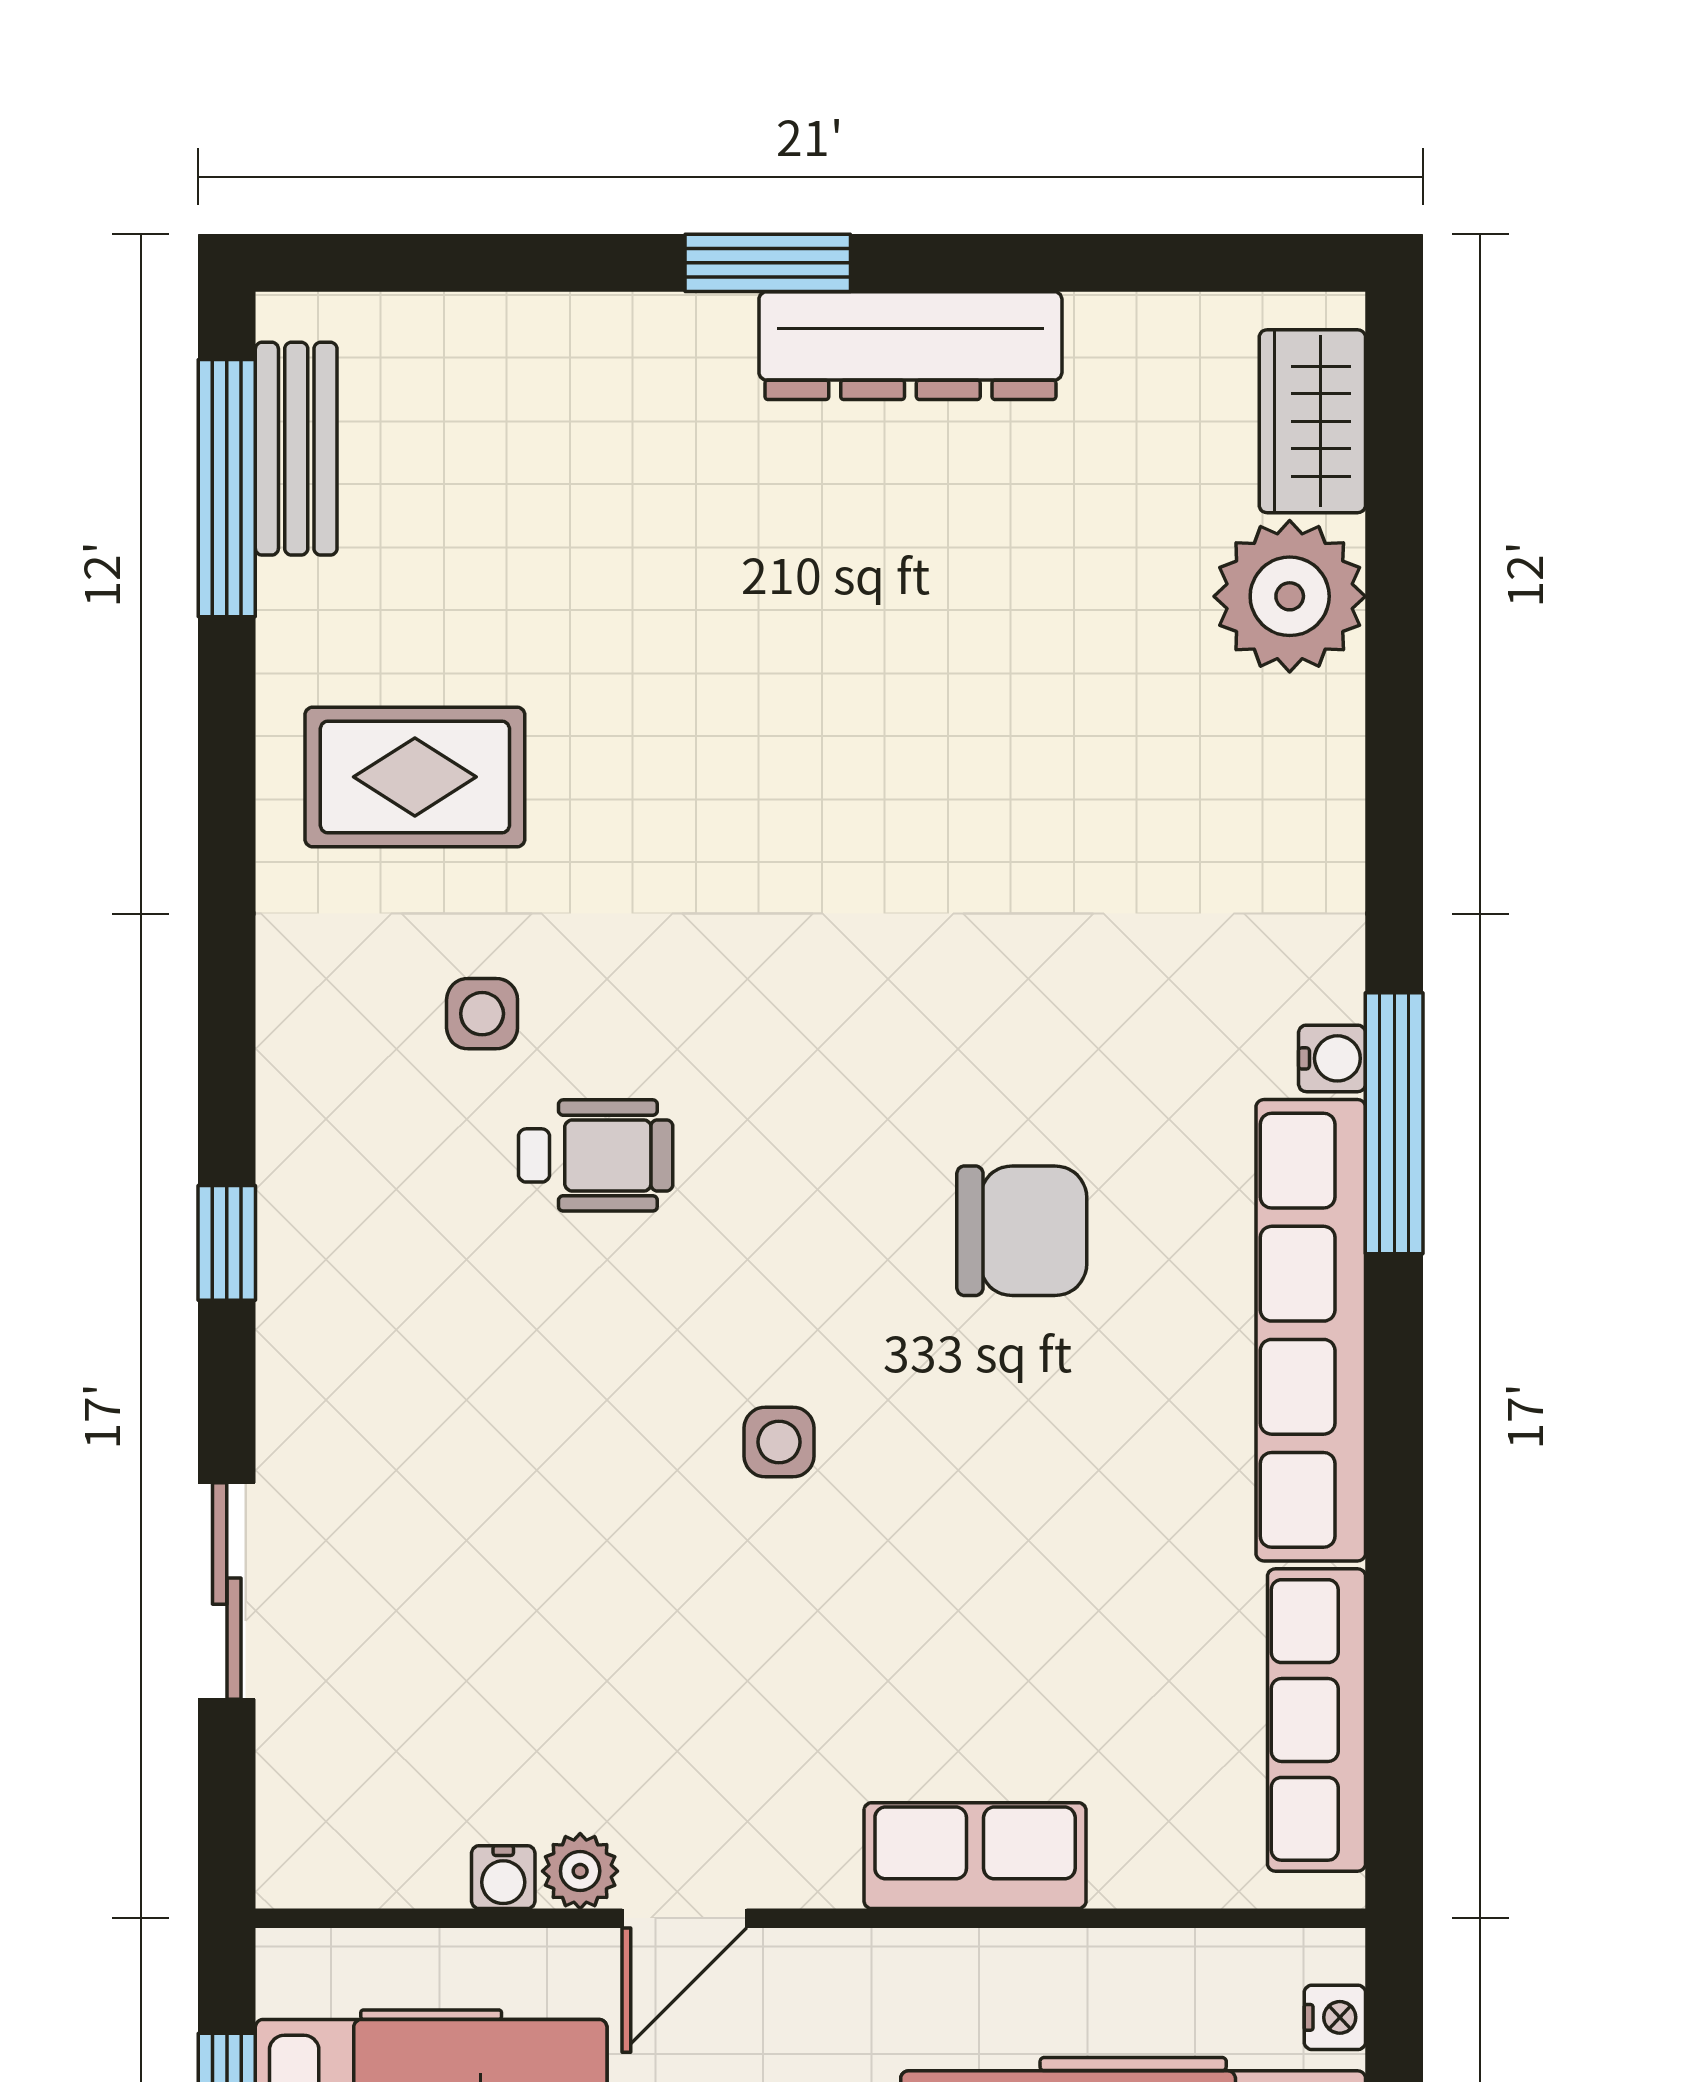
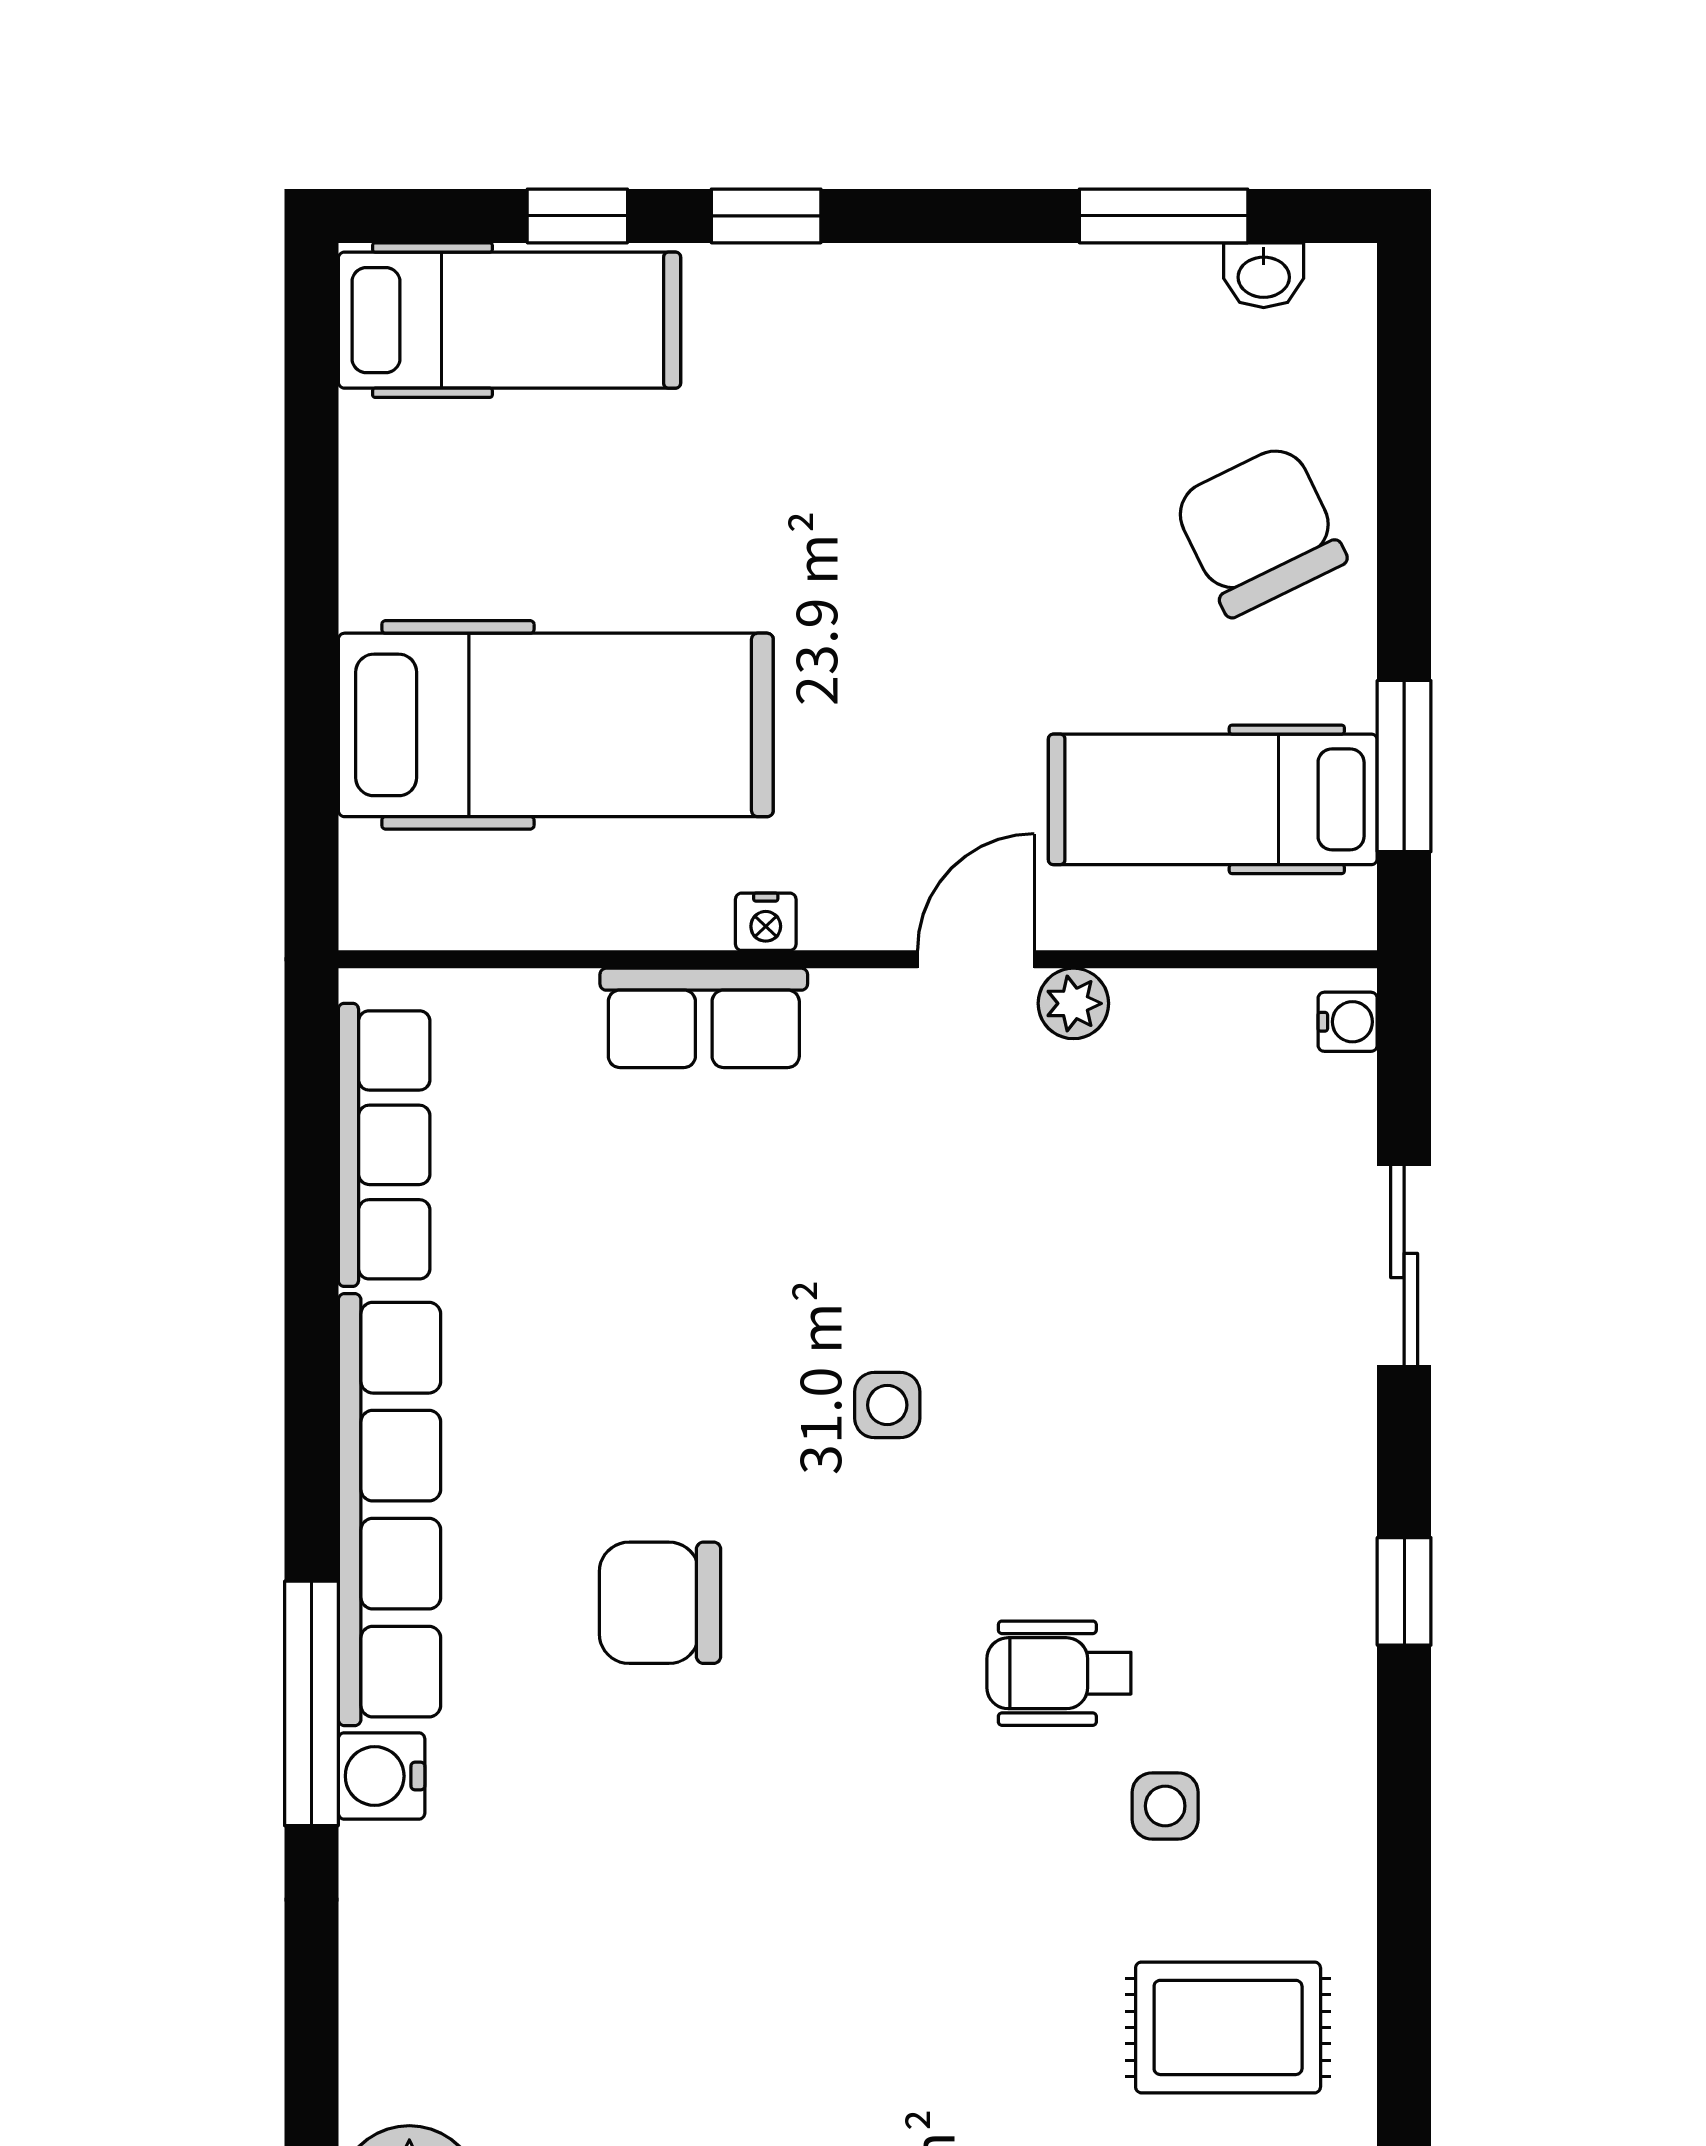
water cooler: (1332, 1058) -> (382, 1776), width x1.38, depth x1.38
water cooler: (503, 1877) -> (1348, 1022), moved, turned 90
nightstand: (1335, 2017) -> (766, 922), moved, turned -90

